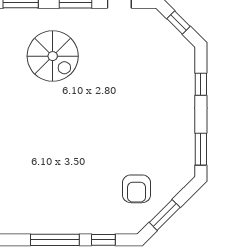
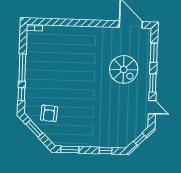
spiral stairs: (53, 56) -> (124, 69), turned -90
armchair: (137, 189) -> (49, 113), turned -85

